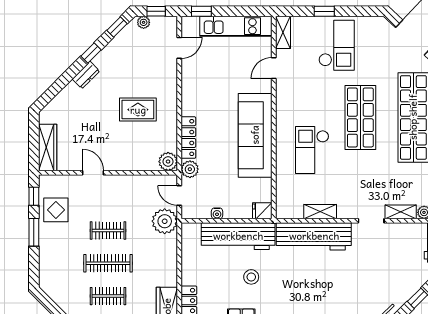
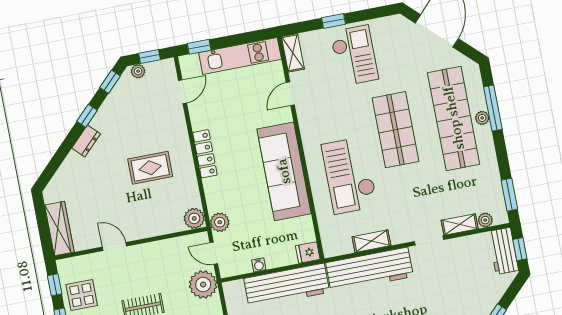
locker: (188, 138) -> (205, 154), moved
checkout: (312, 150) -> (350, 175), width x1.36, depth x1.21

